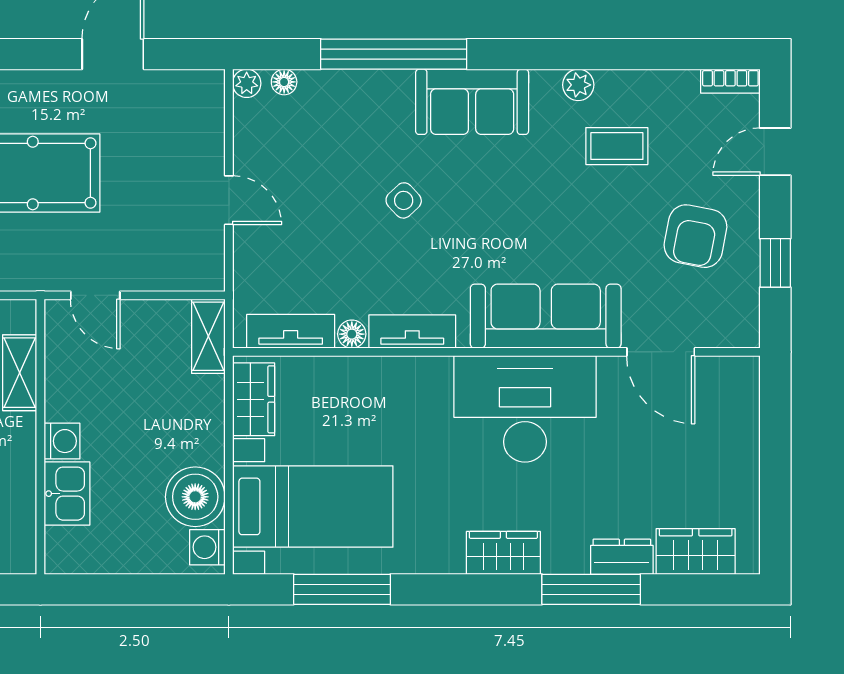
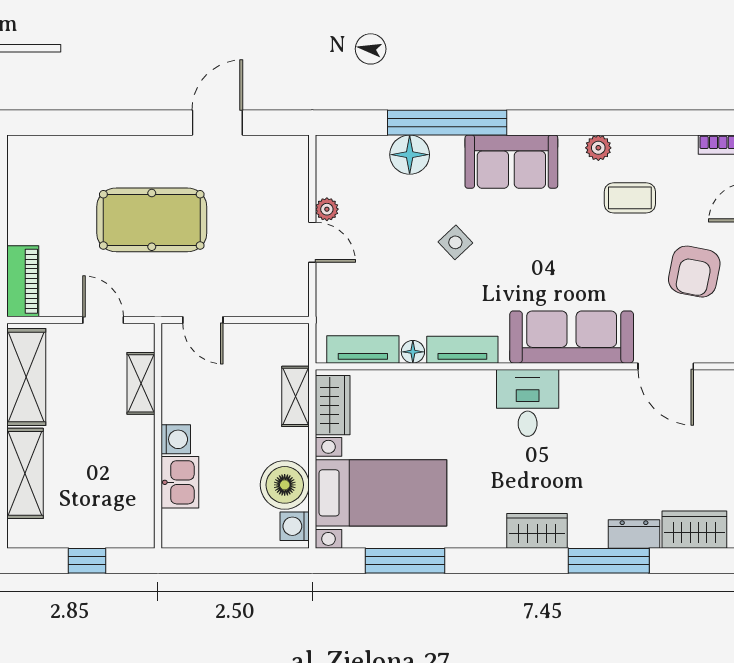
floor lamp: (284, 82) -> (410, 155), moved, width x1.89, depth x1.89
plant: (247, 83) -> (327, 209), moved
shelving: (208, 336) -> (295, 396), moved
desk: (525, 409) -> (528, 403), width x0.53, depth x0.77

